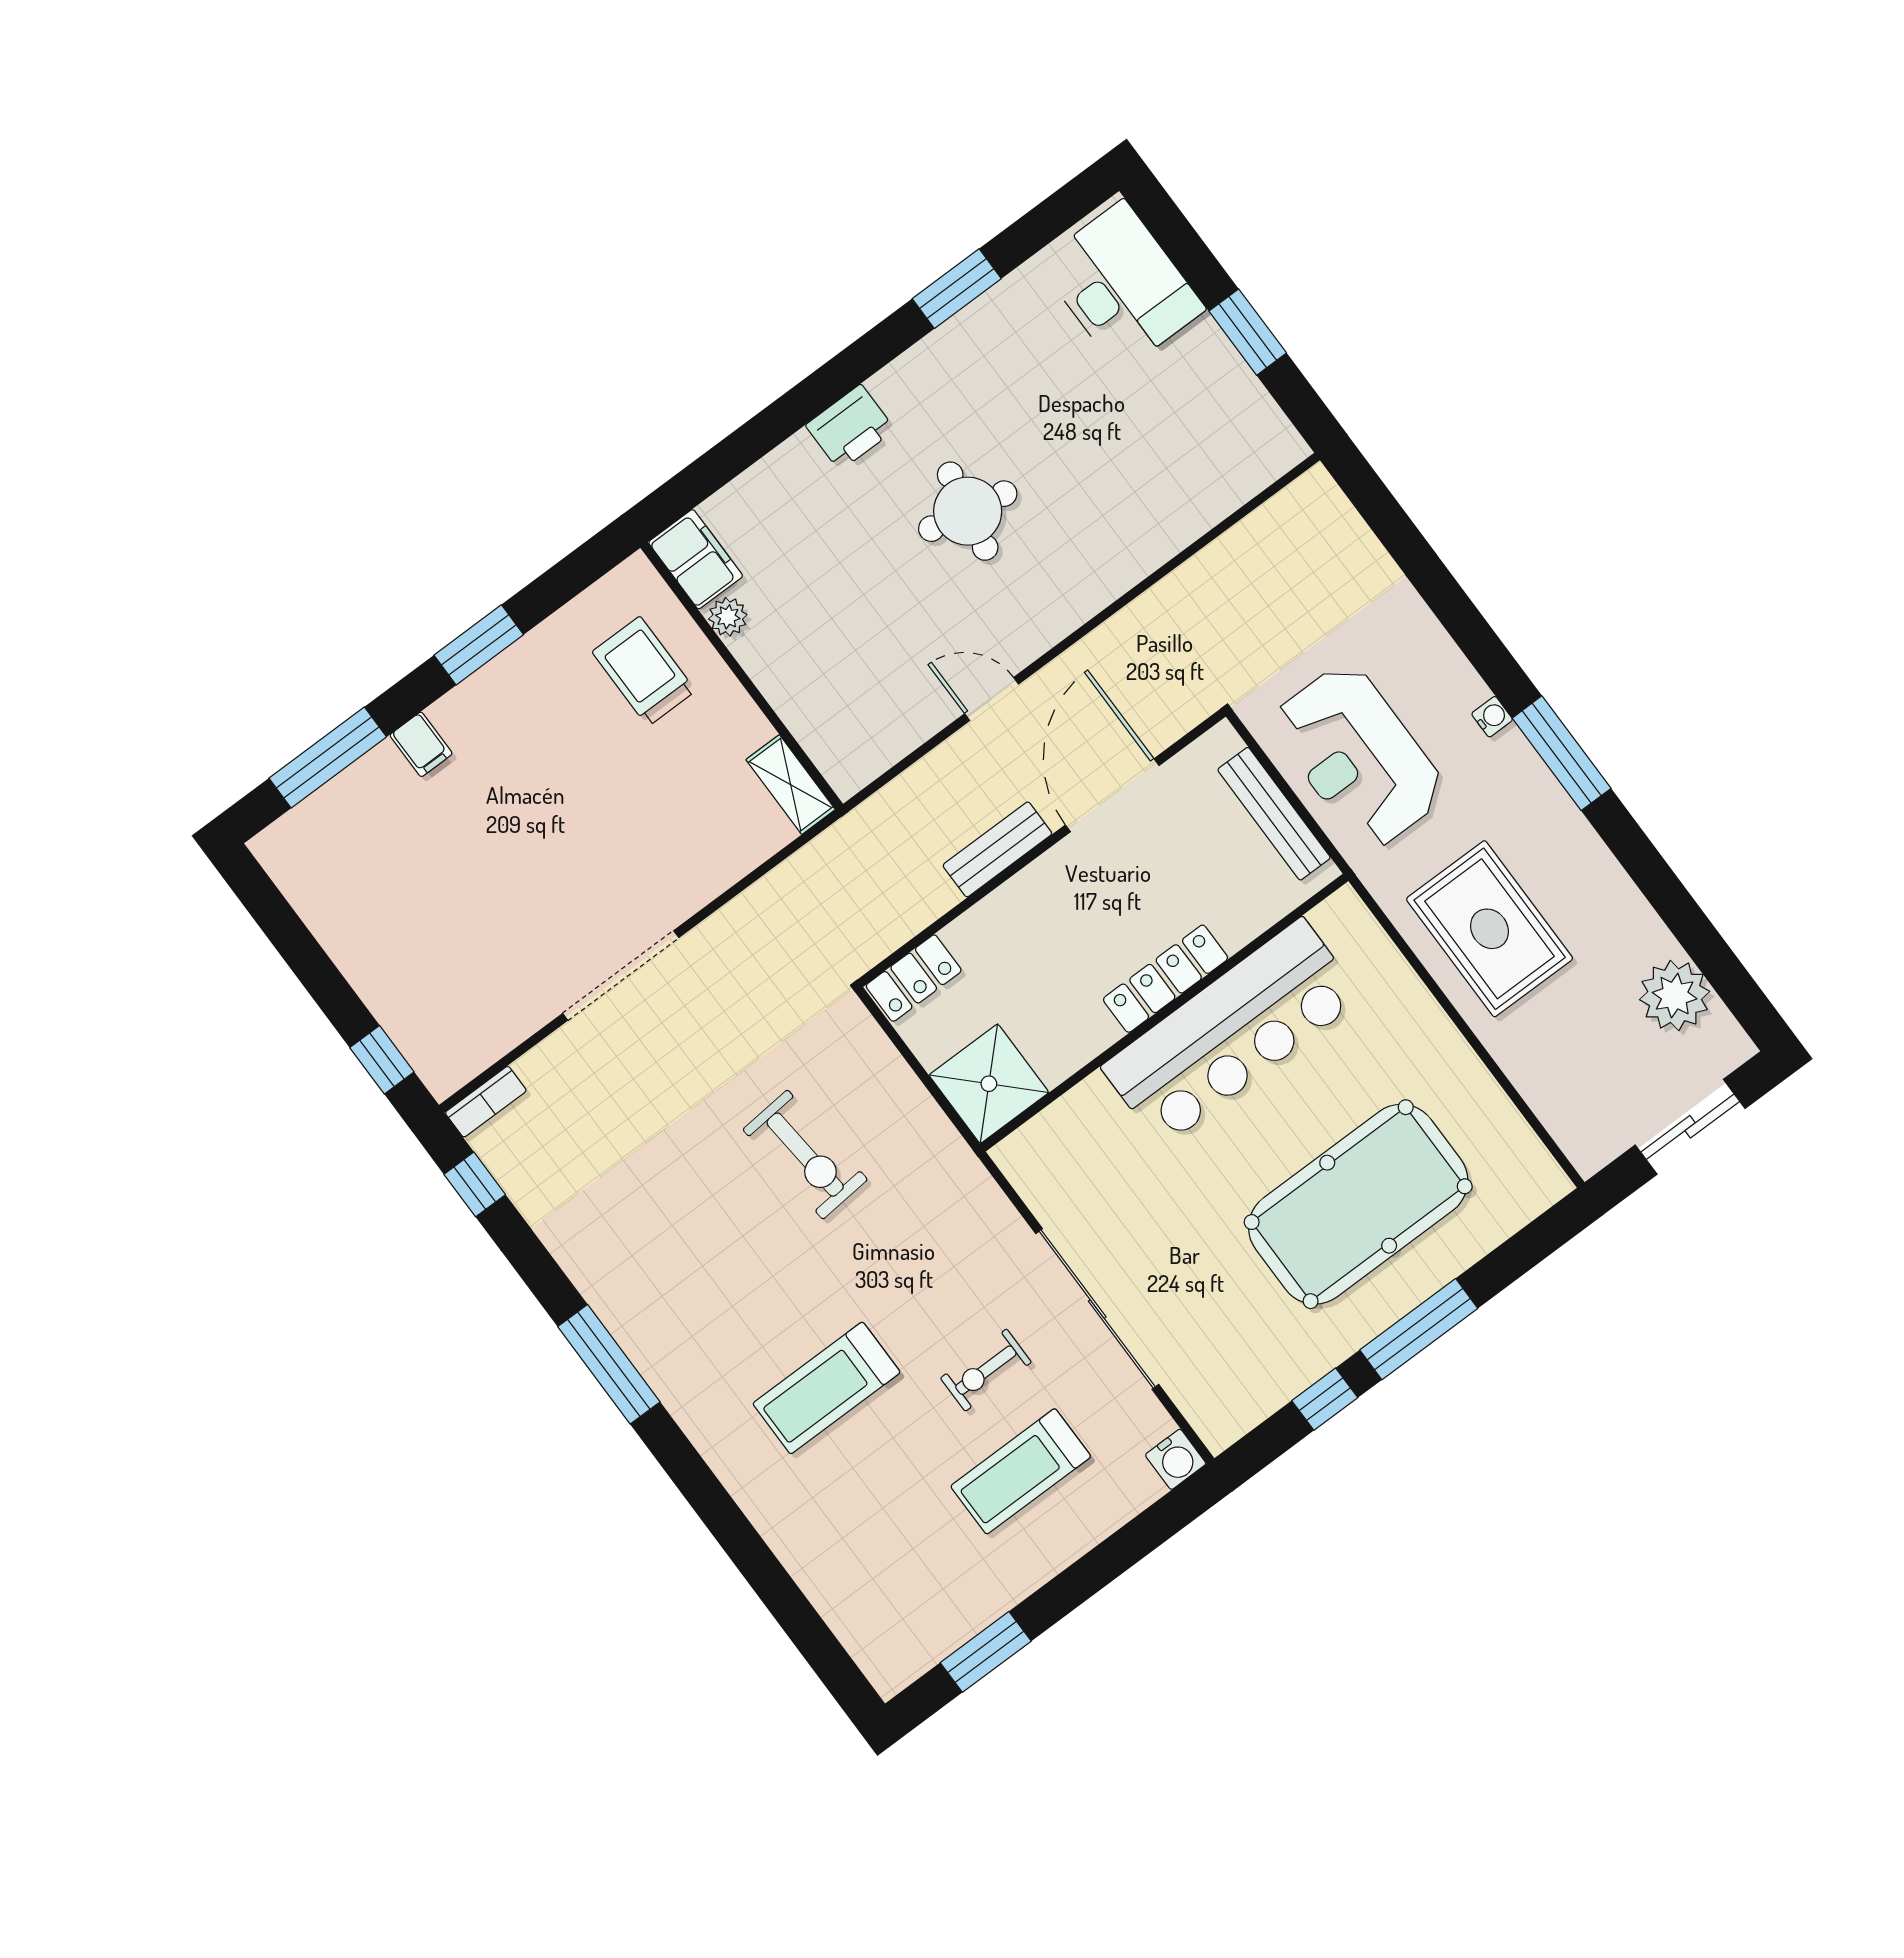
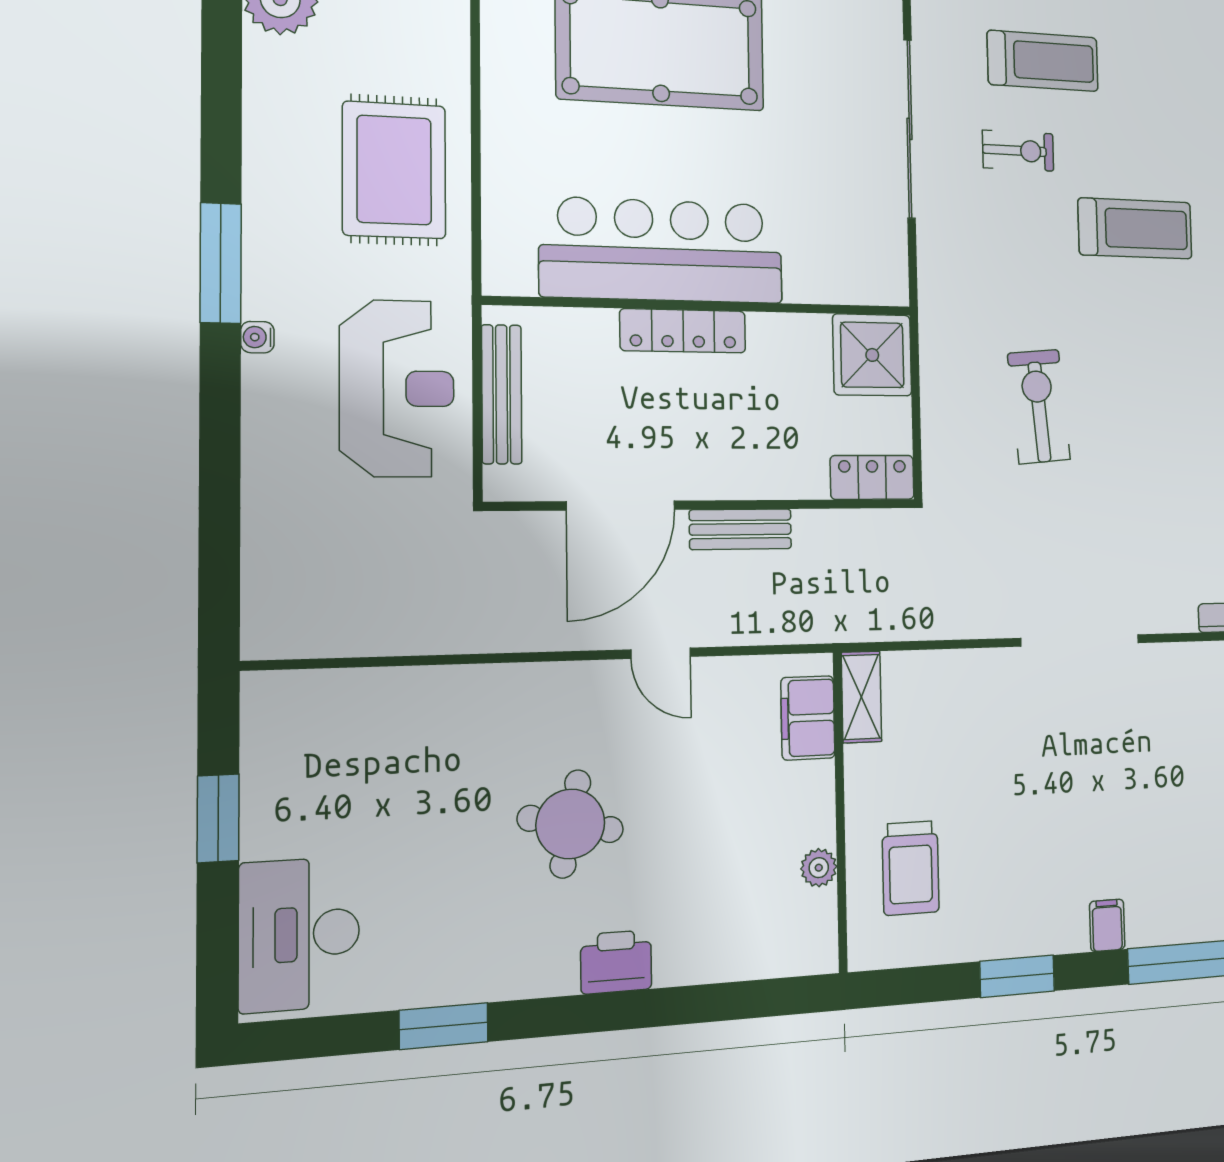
filing cabinet: (696, 559) -> (808, 718), moved

